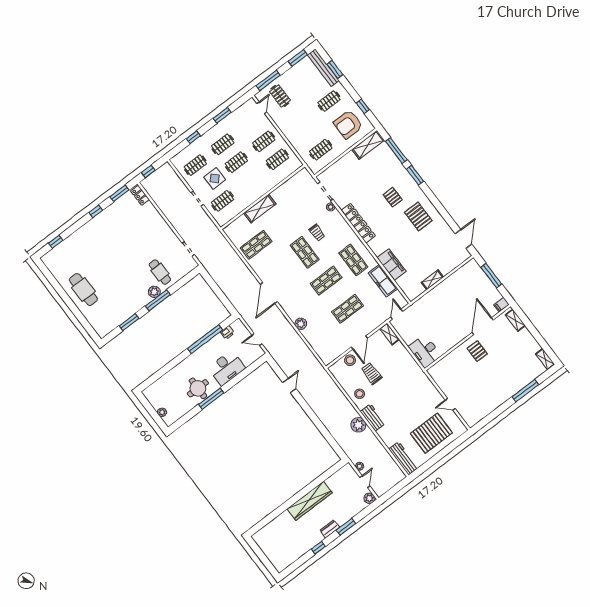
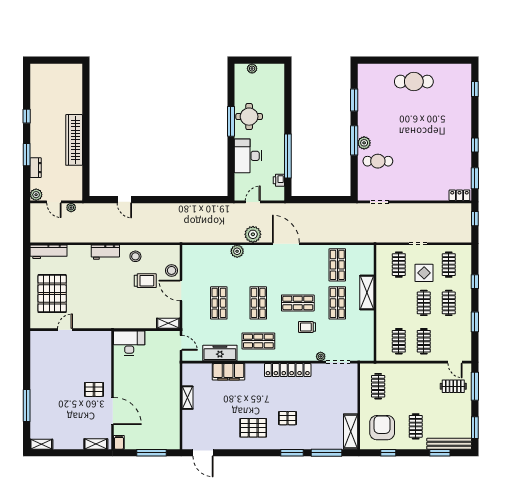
shop shelf: (283, 224) -> (337, 303), added
door: (289, 386) -> (124, 200), moved
plant: (358, 425) -> (253, 234), moved
dresser: (330, 529) -> (36, 168), moved

